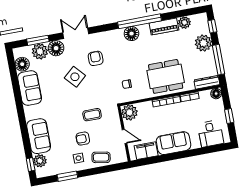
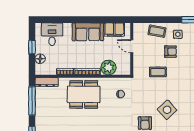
plant: (203, 43) -> (43, 119), removed
floor lamp: (216, 94) -> (40, 59), moved
plant: (129, 112) -> (108, 68), moved

